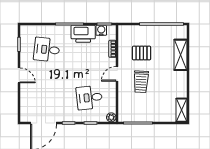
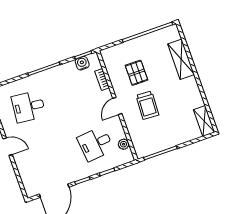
printer: (83, 34) -> (63, 74), removed
pallet: (142, 53) -> (137, 73), turned 90
plant: (111, 117) -> (124, 144), moved

